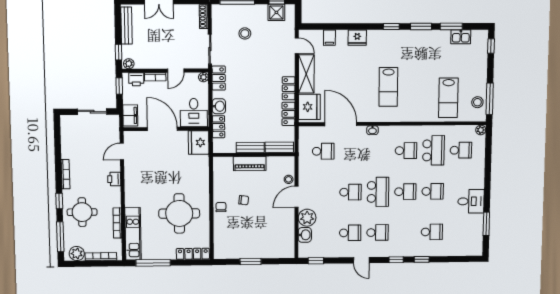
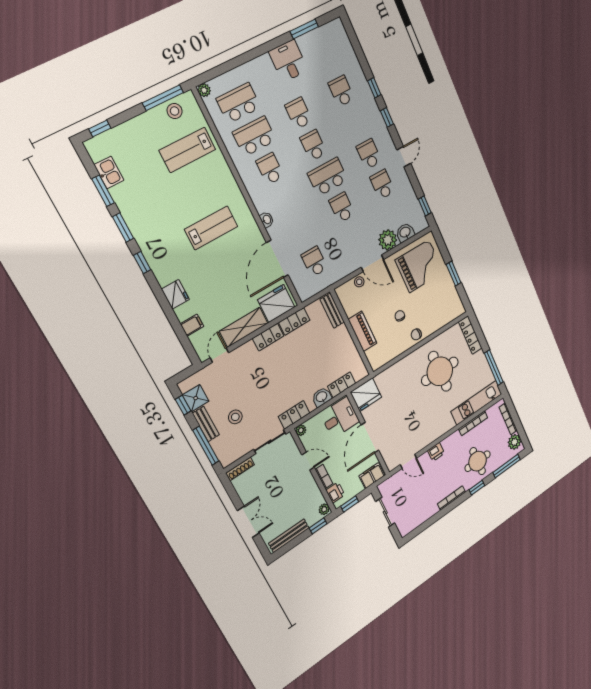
lab bench: (448, 98) -> (187, 150), turned 180
bench: (250, 148) -> (206, 424), moved
school desk: (461, 150) -> (238, 103), width x1.85
grand piano: (273, 235) -> (419, 266), added

